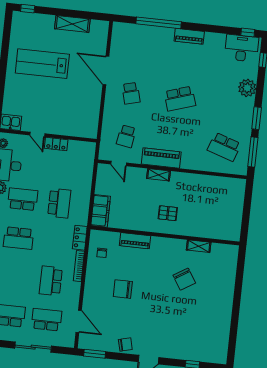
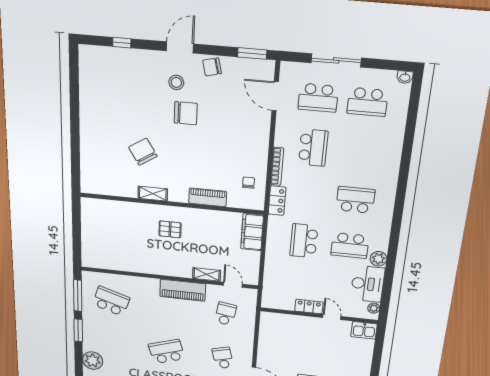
shelving: (159, 175) -> (207, 274), moved
shelving: (199, 246) -> (153, 194), moved
chair: (123, 289) -> (186, 113), moved
stool: (153, 333) -> (176, 82), added

